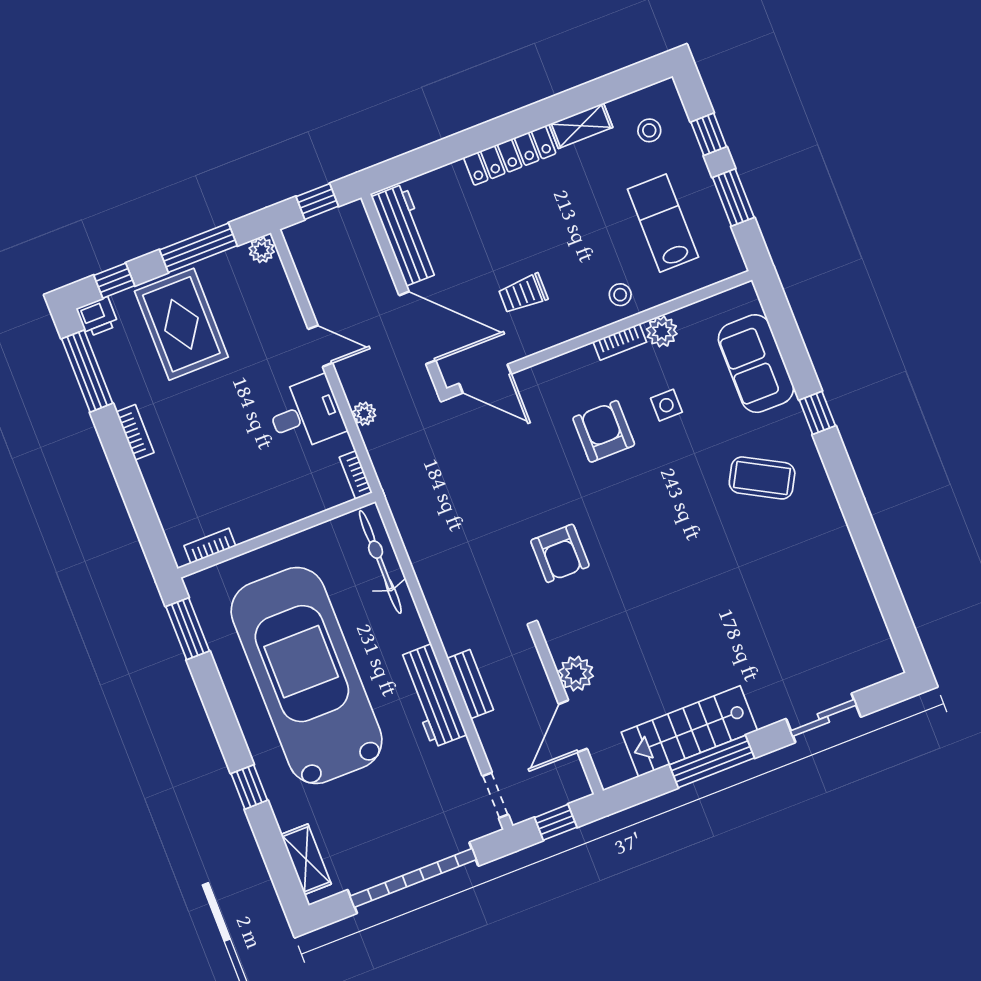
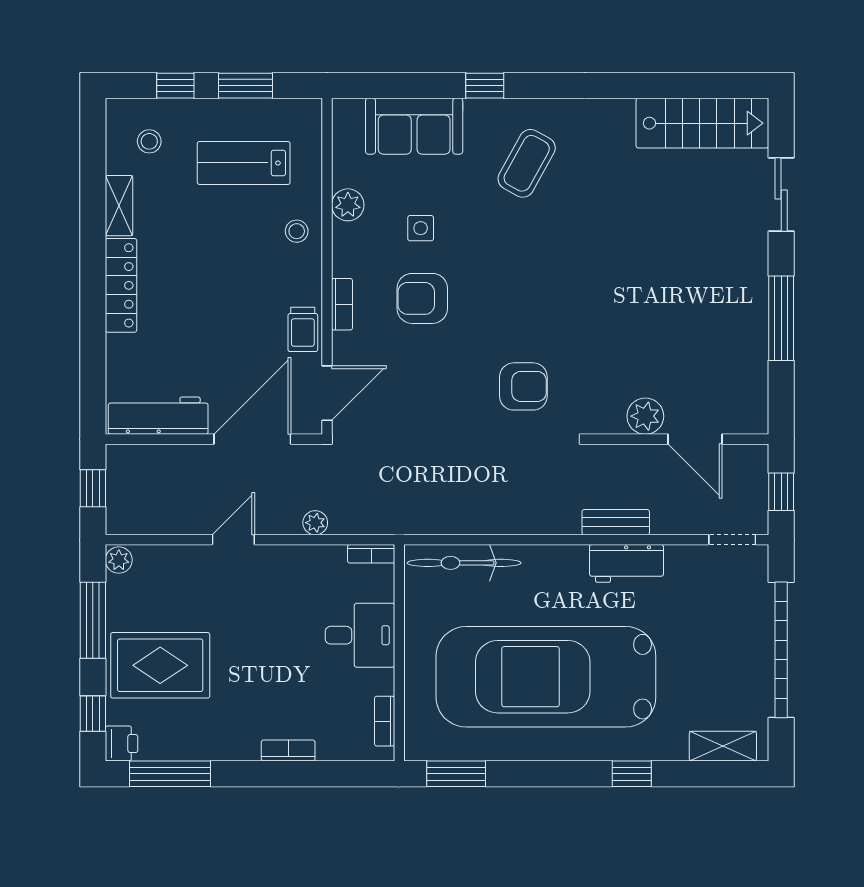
trolley: (523, 294) -> (303, 329), moved
bookcase: (620, 342) -> (342, 304), moved
desk: (306, 414) -> (360, 635), moved, turned 90
bookcase: (135, 432) -> (288, 751), moved
workbench: (432, 696) -> (626, 563), width x0.73
stairs: (689, 731) -> (702, 123), moved, turned -90

